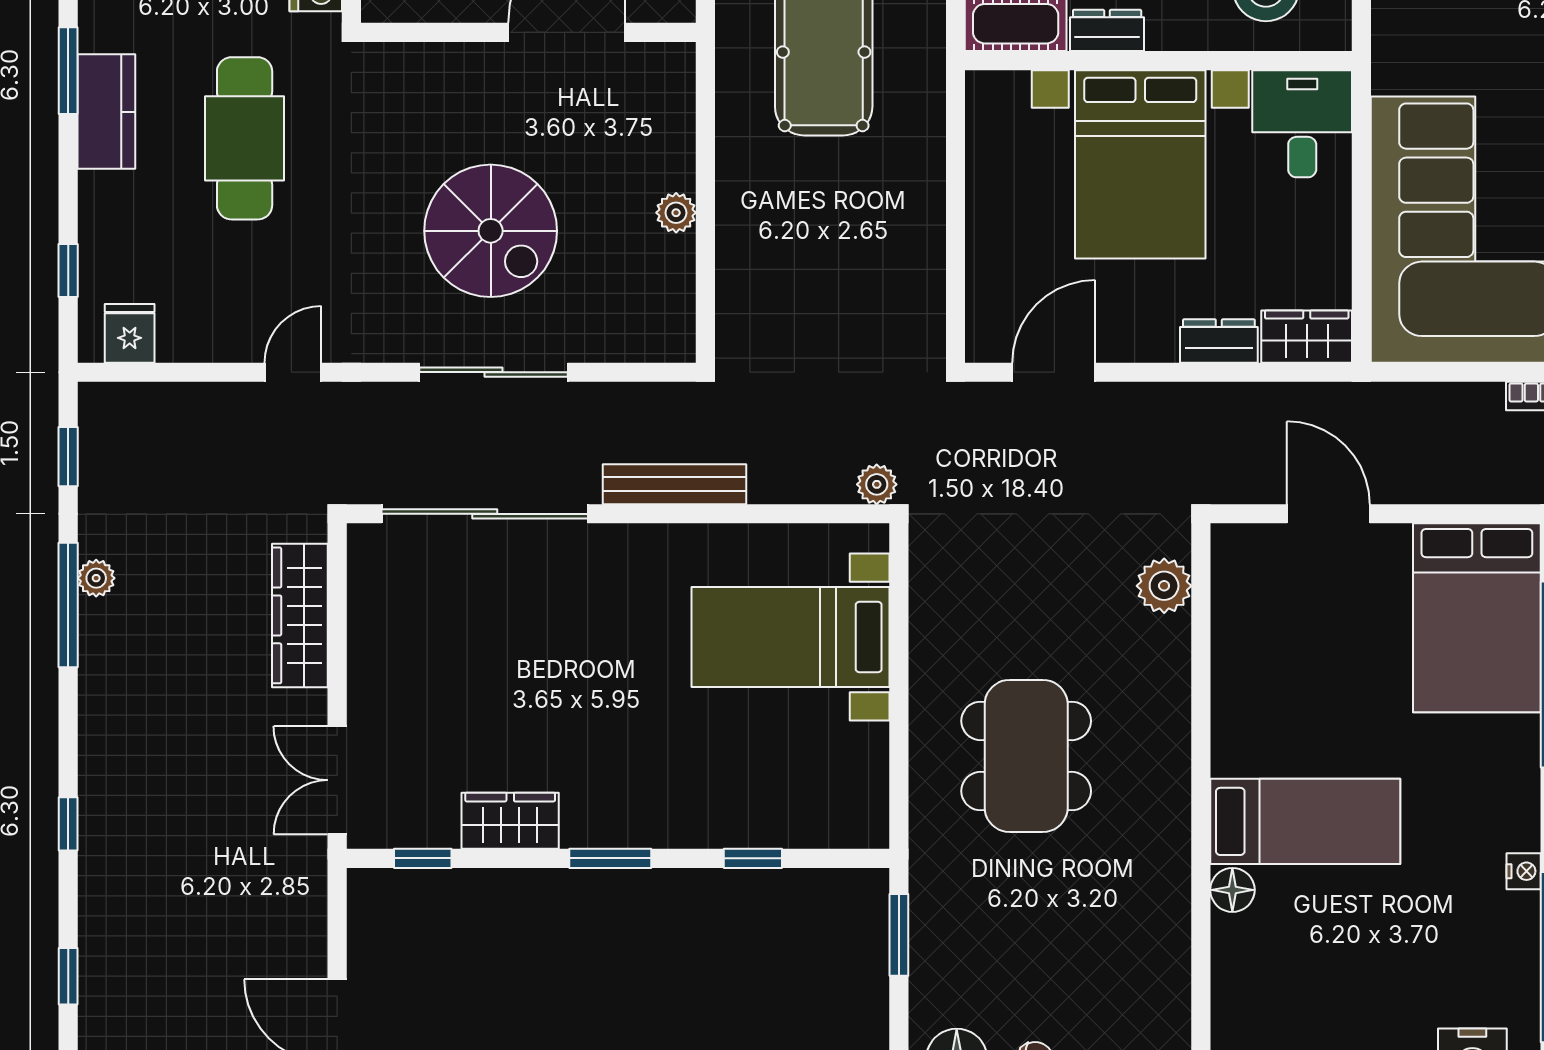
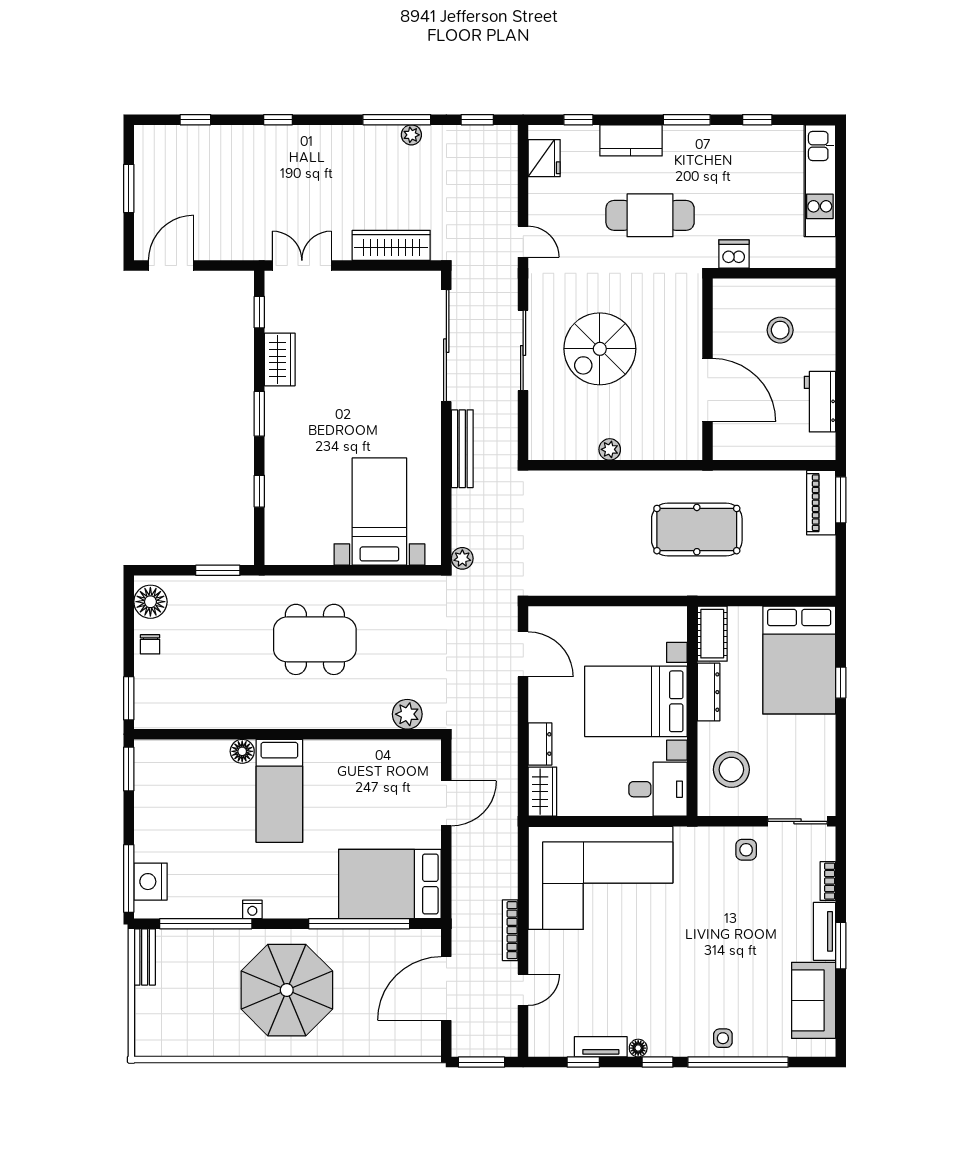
dresser: (1107, 30) -> (709, 692), width x1.44
kitchen counter: (106, 112) -> (631, 140), moved
fridge: (130, 333) -> (544, 158), width x1.38

